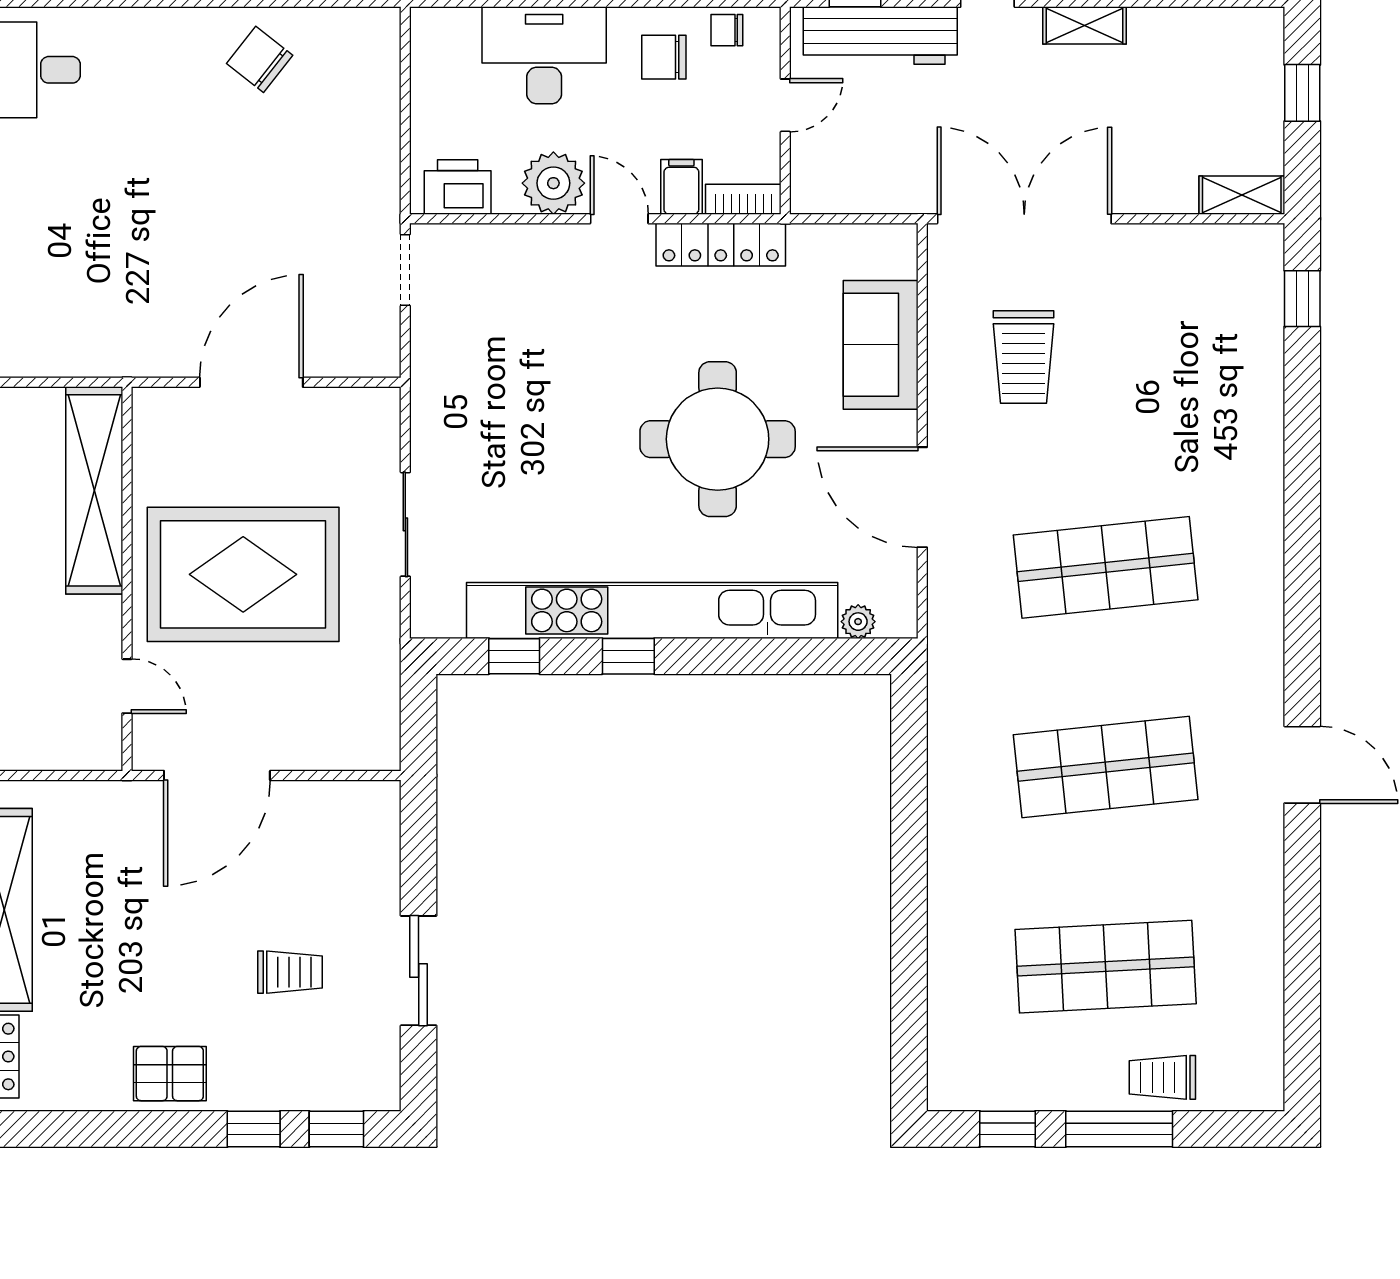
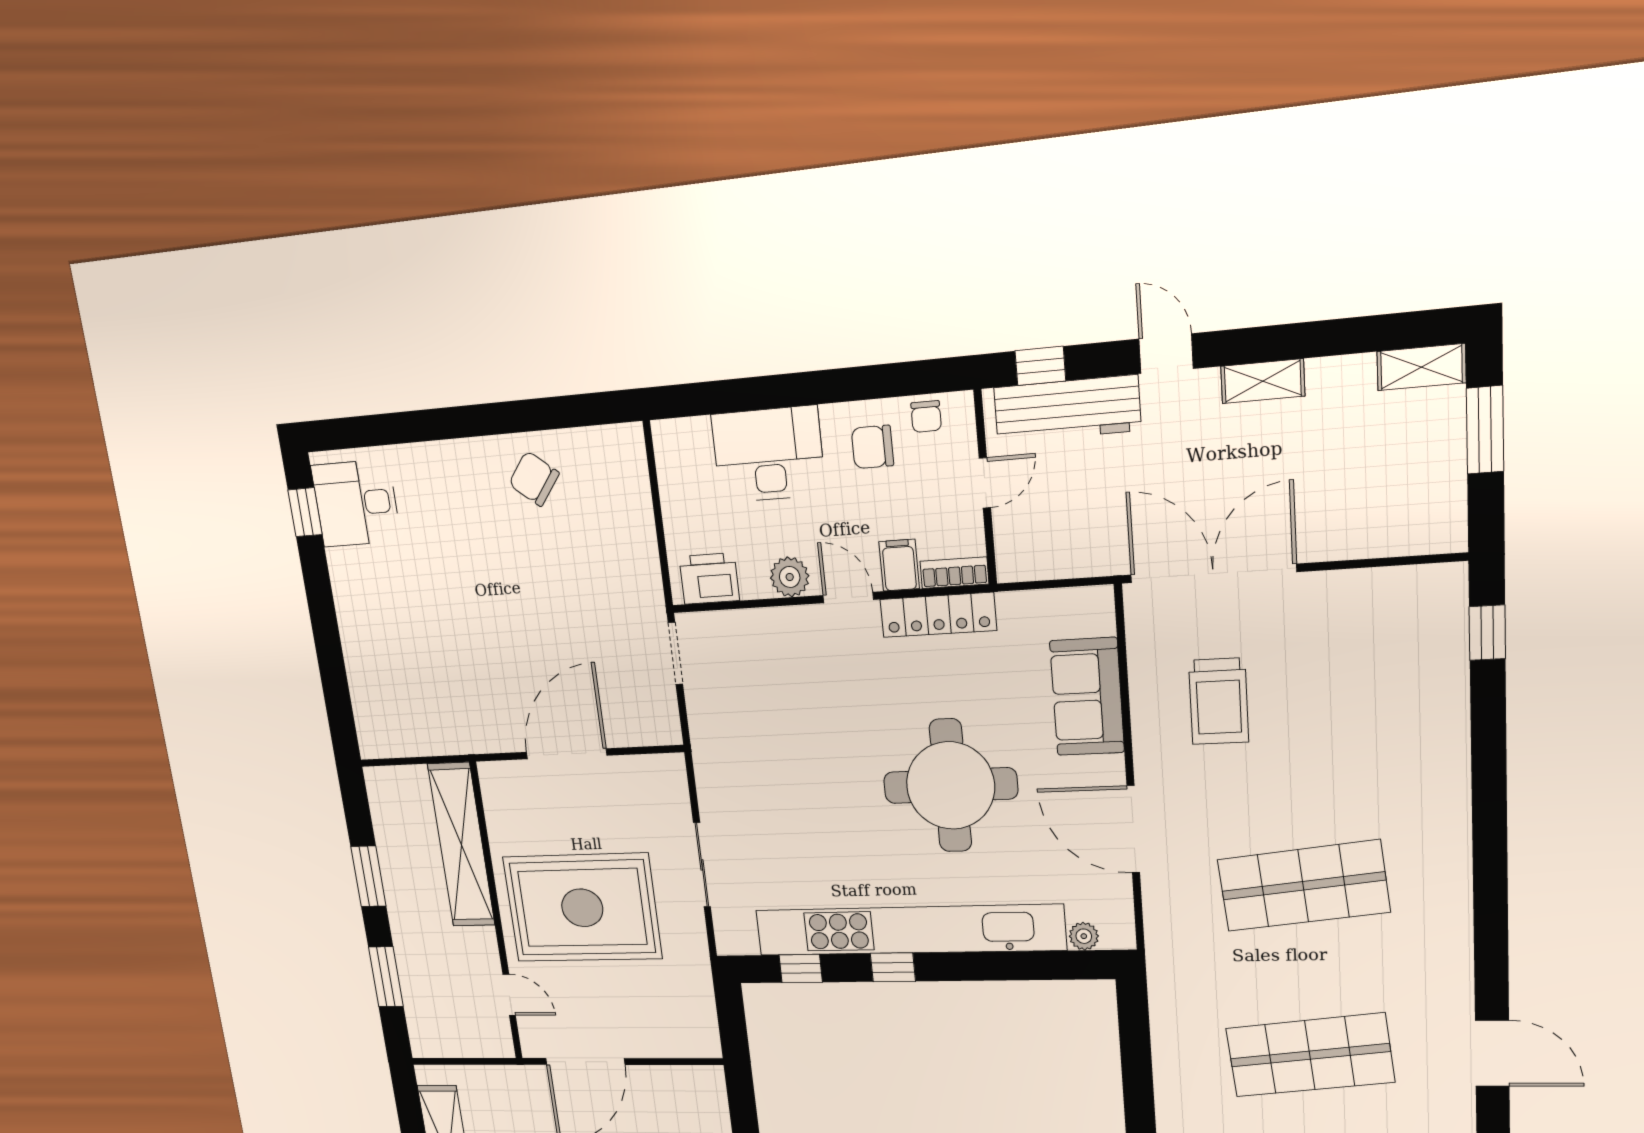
chair: (727, 30) -> (926, 416), turned -90
window: (1302, 93) -> (1485, 430), width x1.50
plant: (553, 183) -> (790, 577), width x0.73, depth x0.73
shelving: (1242, 195) -> (1421, 367), moved

